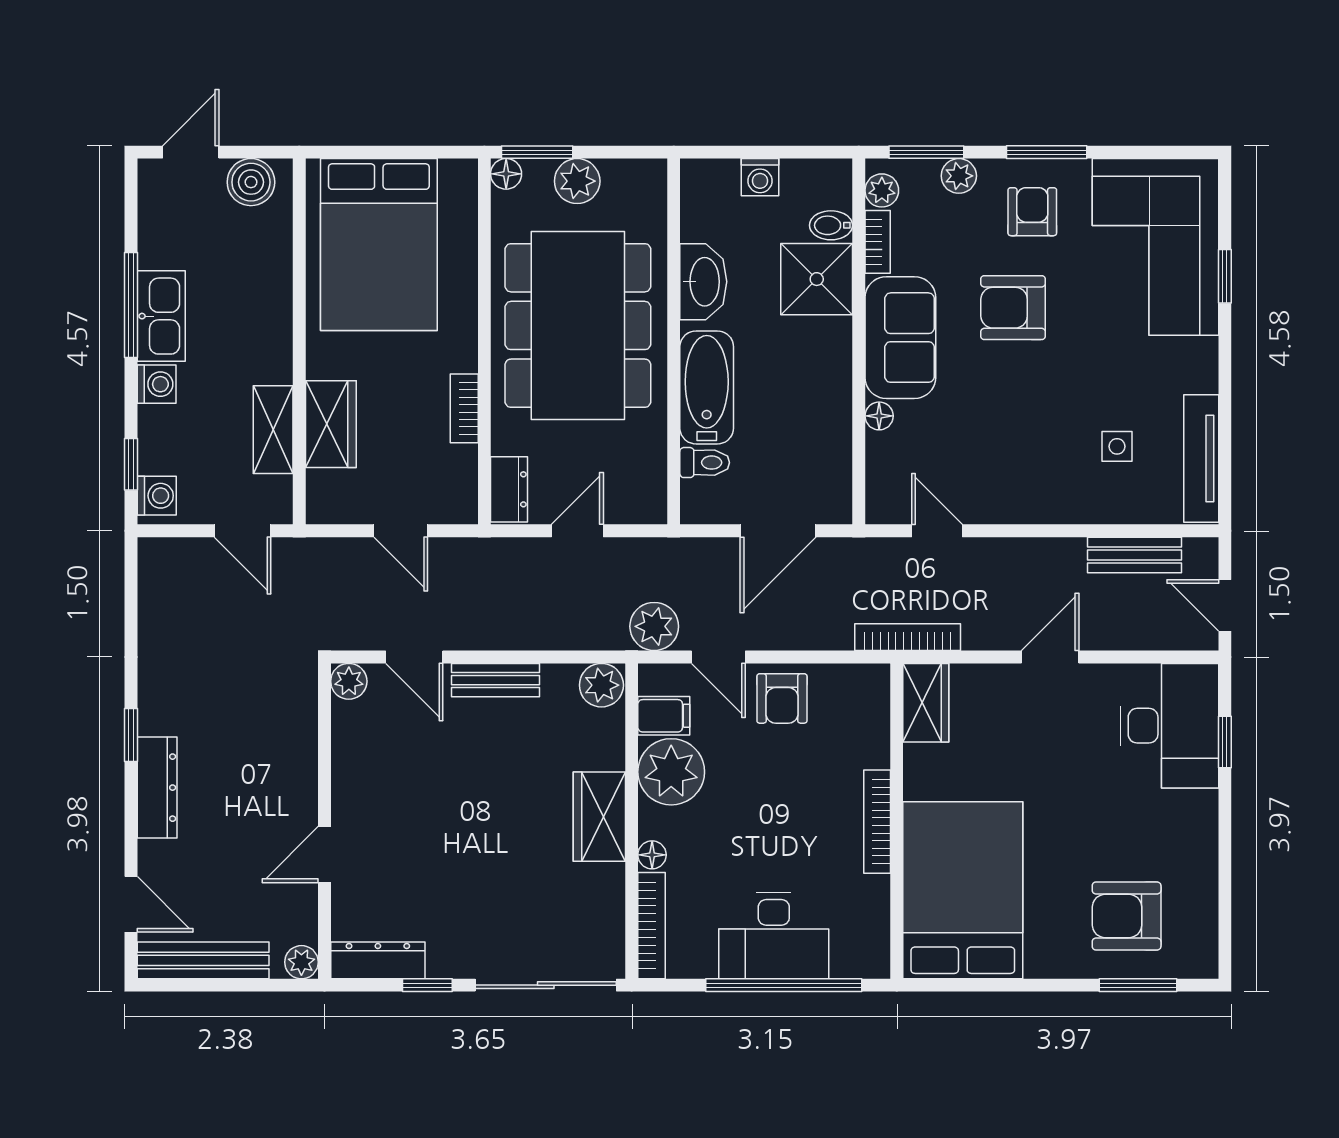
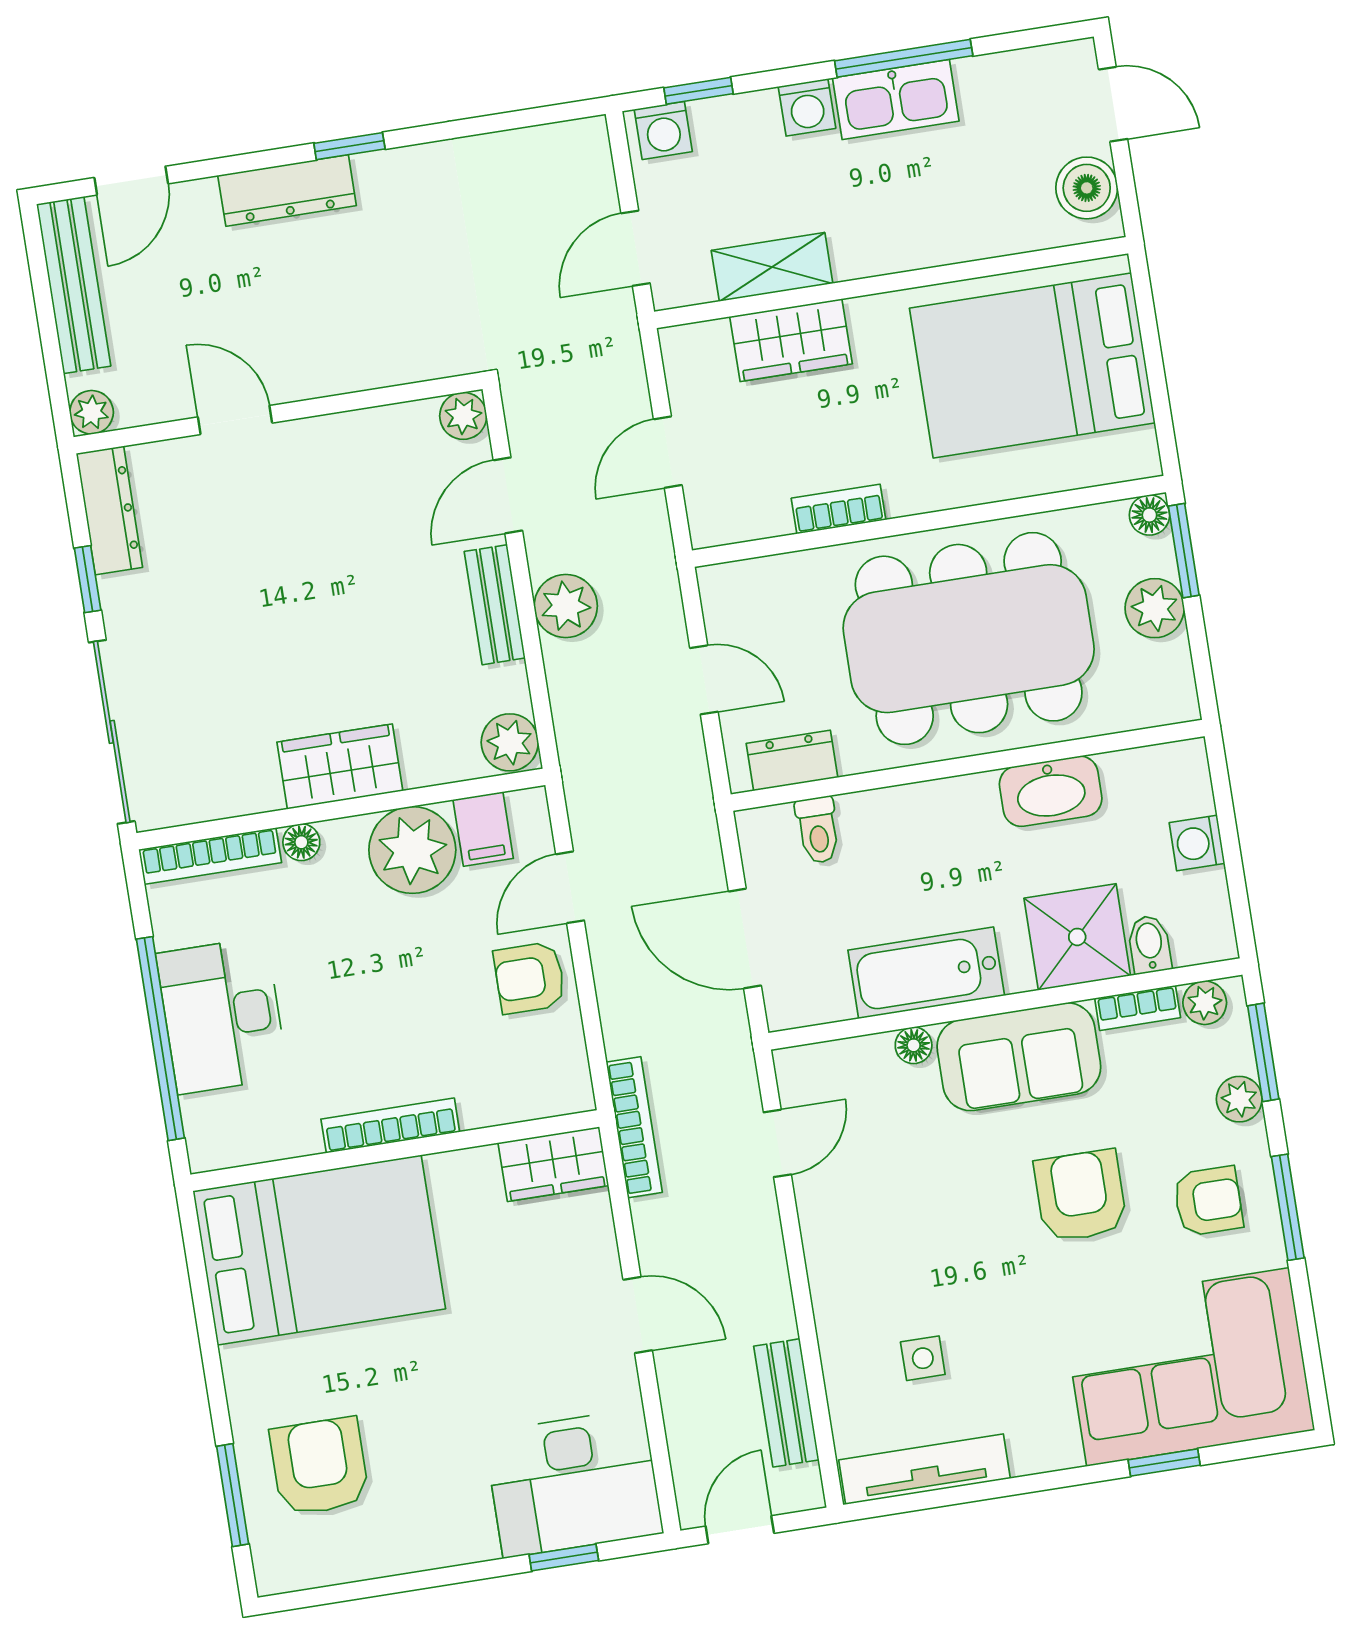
bathtub: (707, 387) -> (926, 973), moved, turned 180
dresser: (509, 489) -> (792, 760), moved, turned 180
plant: (654, 626) -> (566, 606), moved

